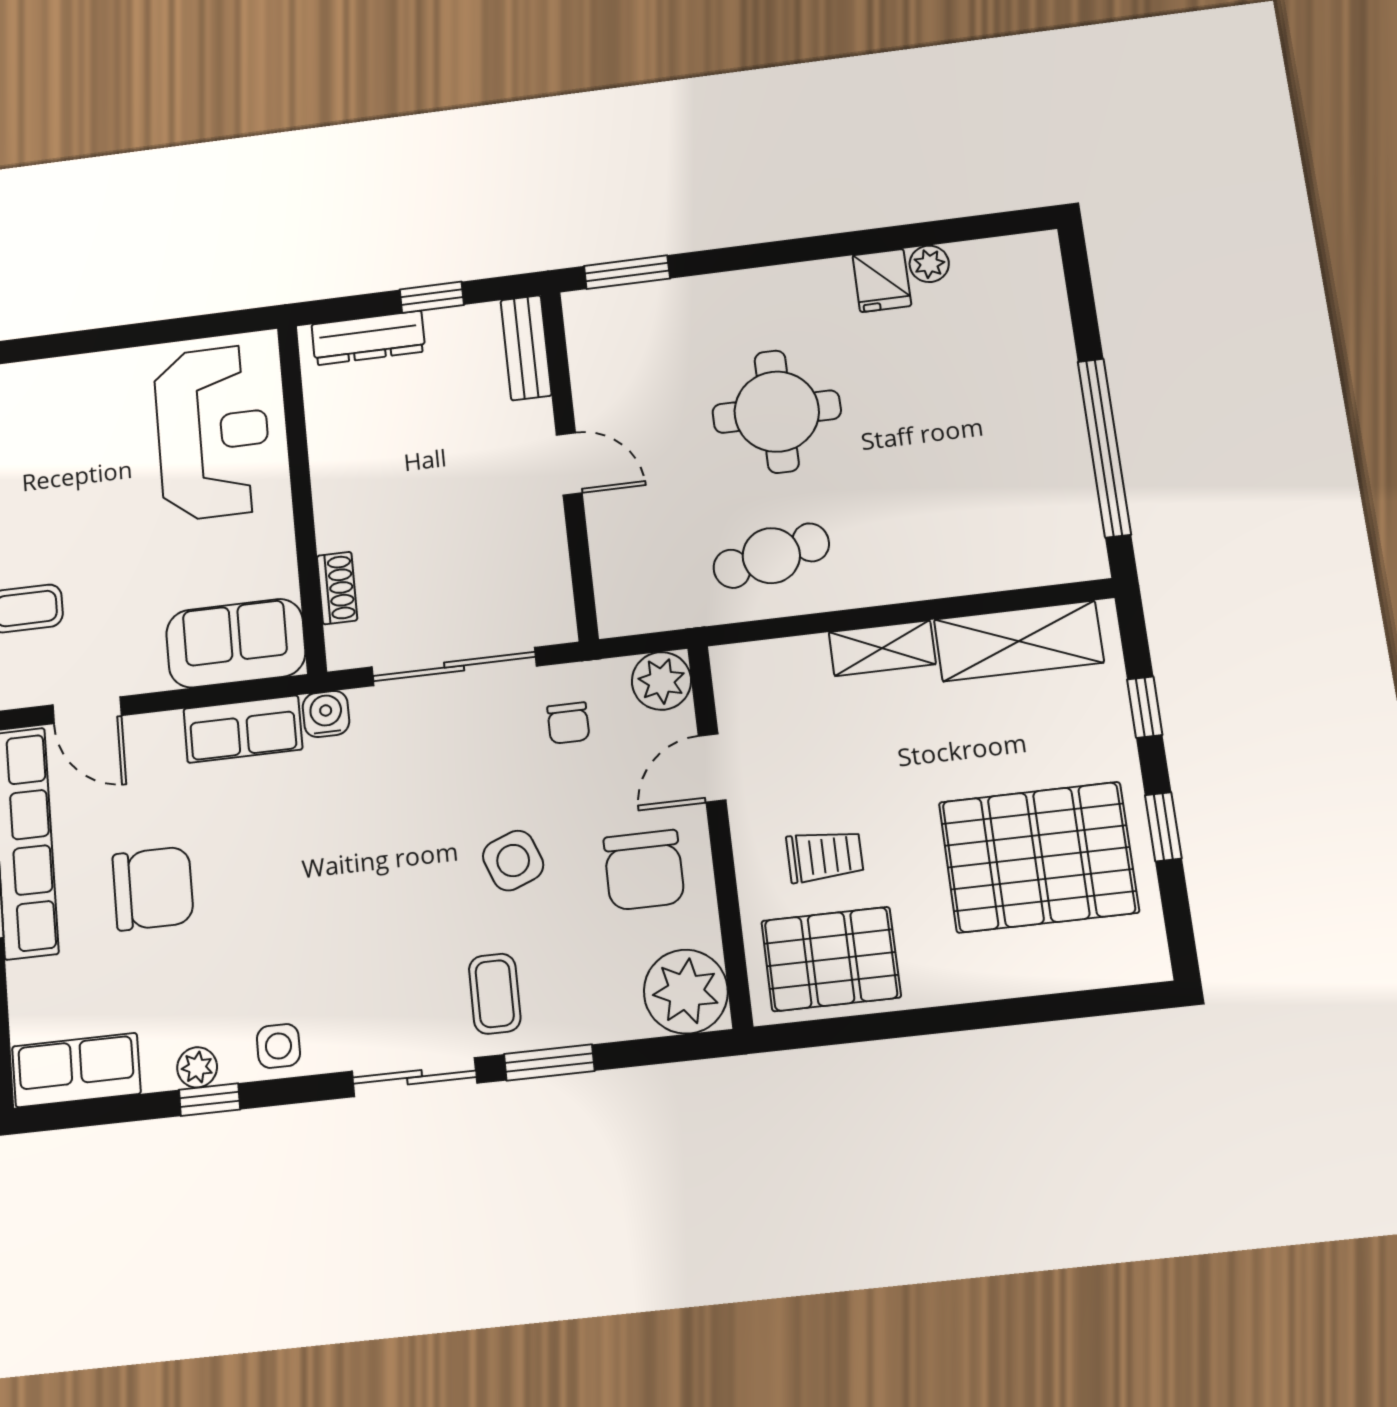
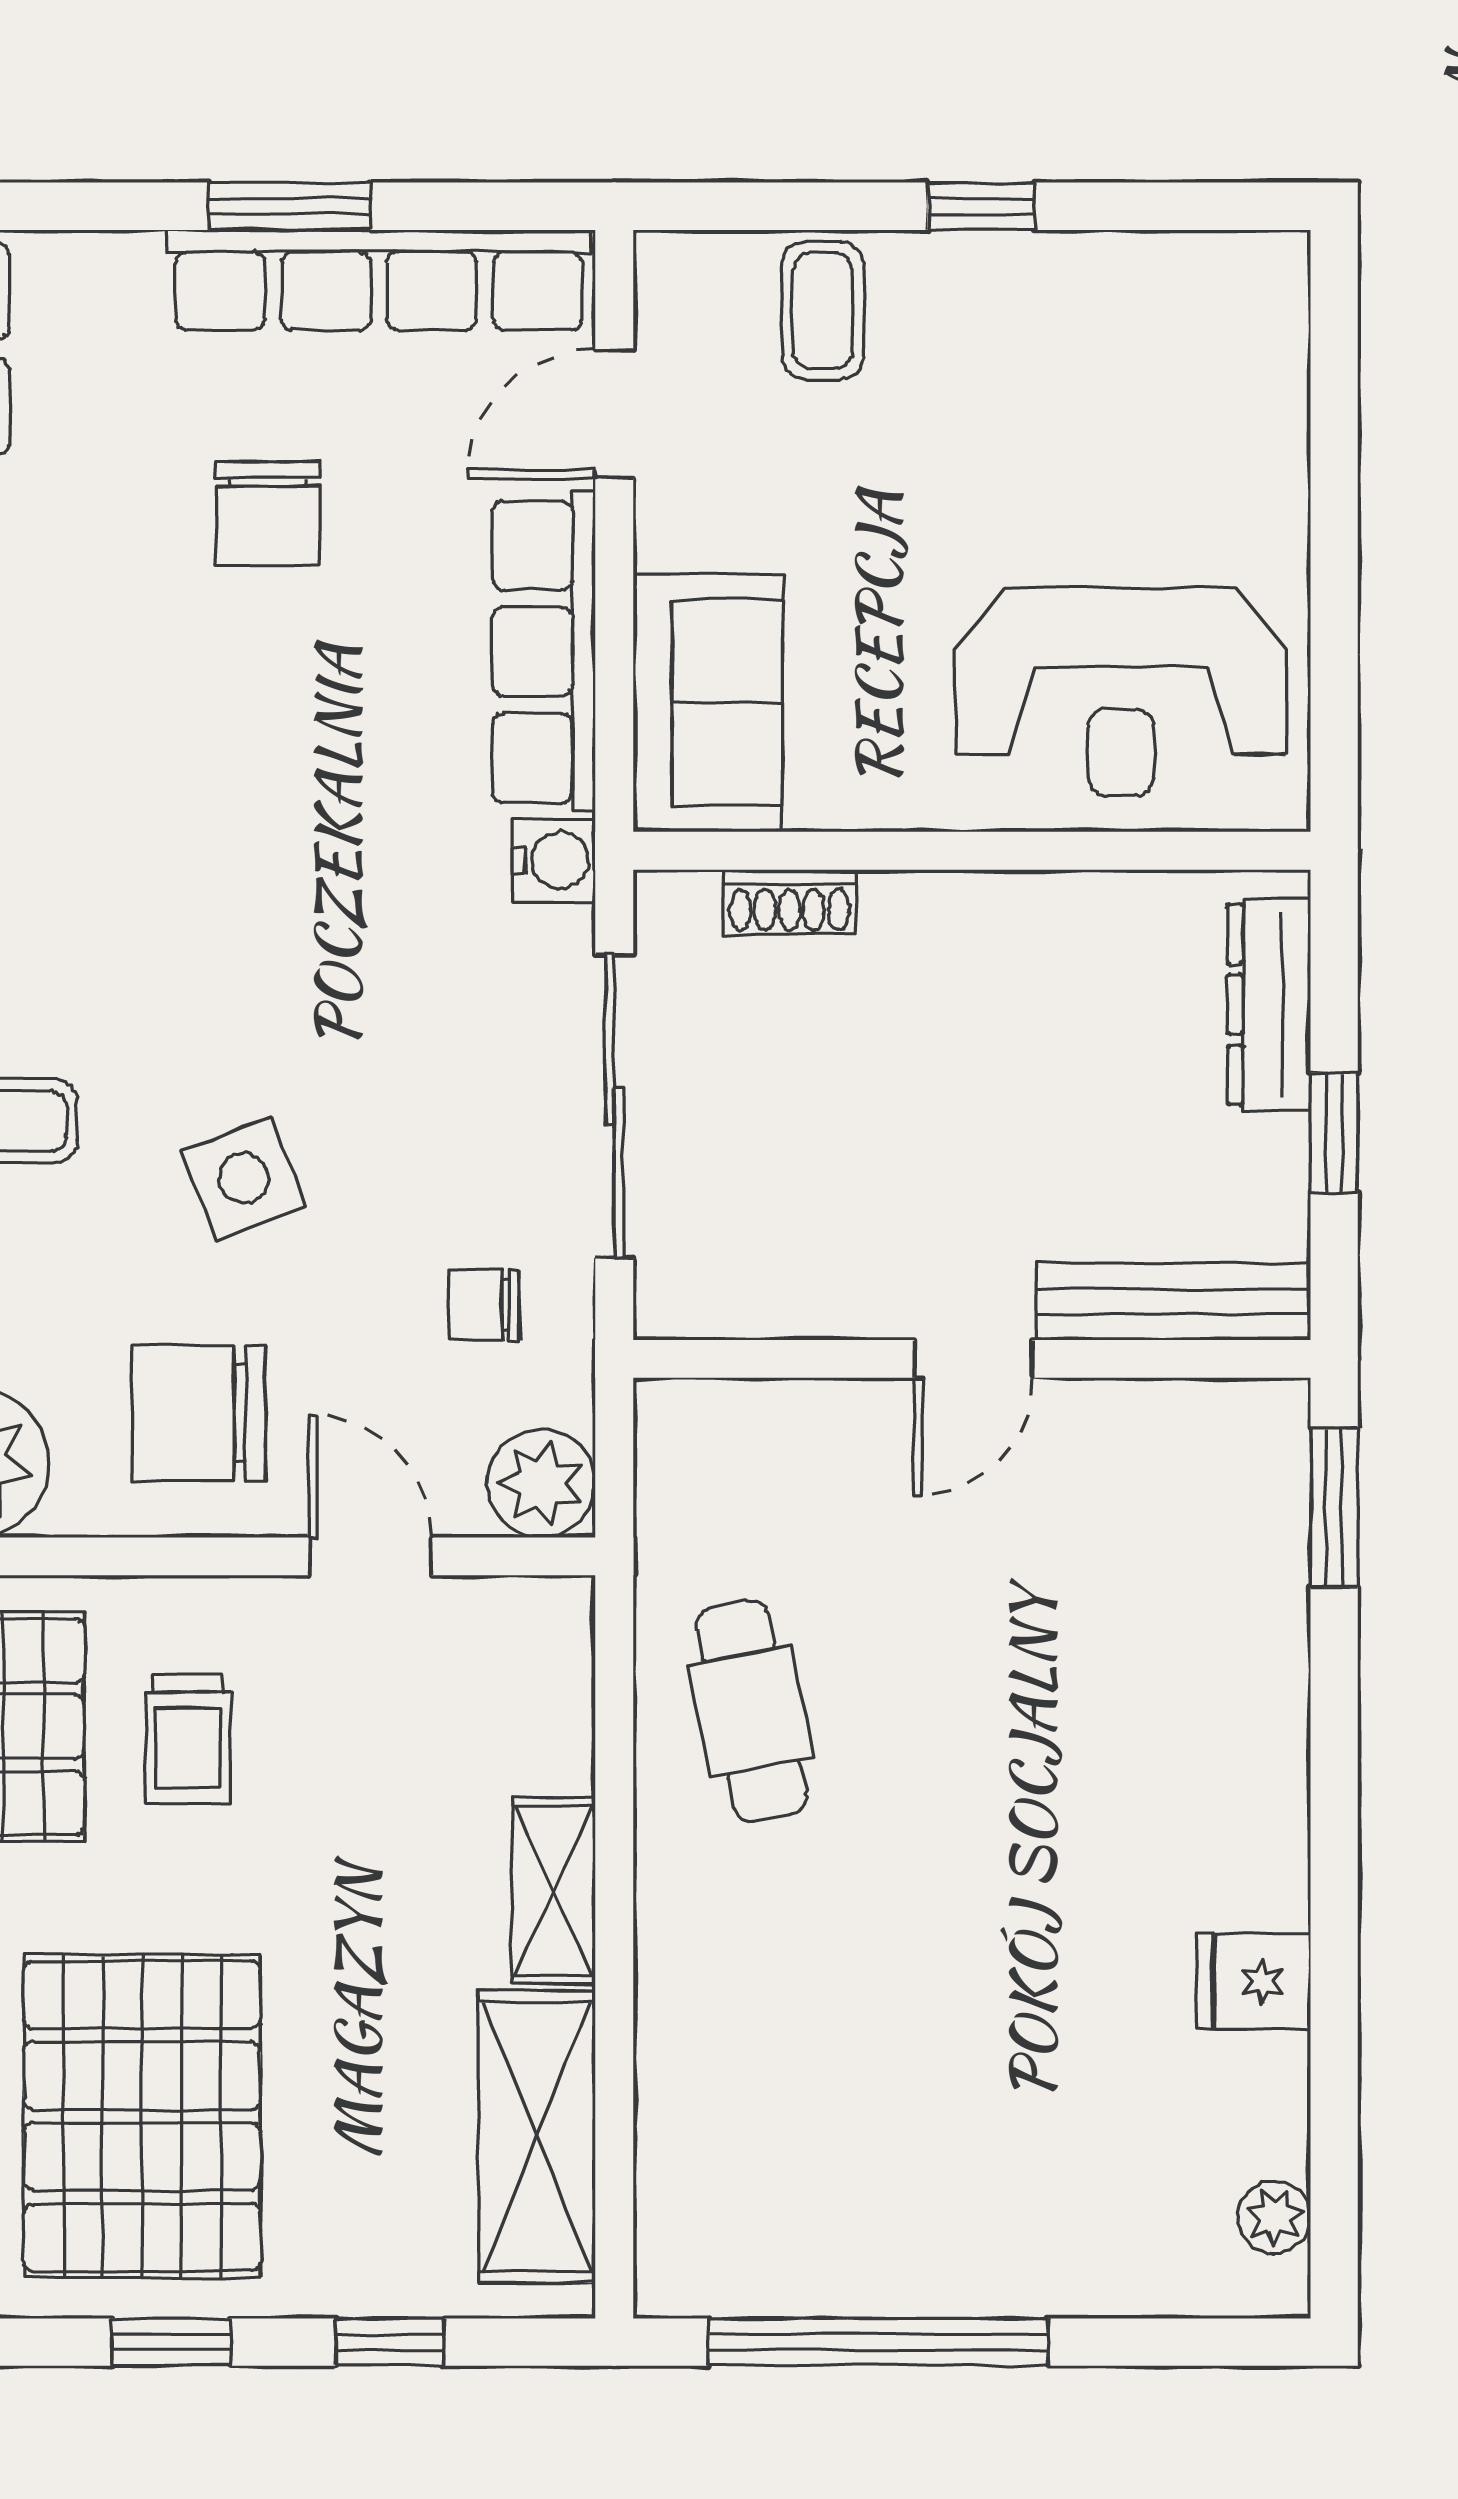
plant: (929, 264) -> (1274, 2217), moved
bench: (526, 348) -> (1174, 1302), width x1.36
round table: (777, 412) -> (1024, 1755), removed
row of seats: (243, 729) -> (544, 652), width x1.48
chair: (153, 888) -> (268, 514), width x0.73, depth x0.73

